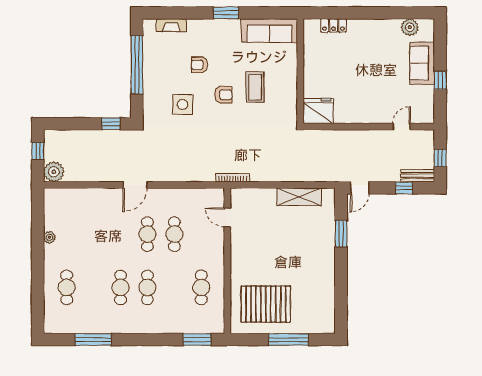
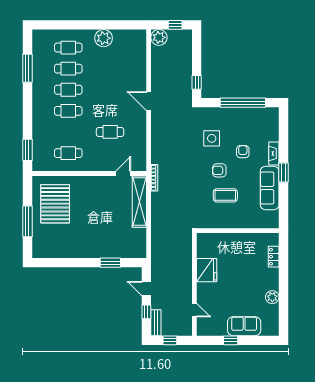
fireplace: (171, 25) -> (274, 154), moved
plant: (410, 27) -> (272, 297), moved
sofa: (269, 31) -> (270, 188), moved
armchair: (223, 95) -> (219, 170), turned 90
fridge: (318, 111) -> (207, 270), moved
door: (360, 188) -> (146, 289), moved
shelving: (299, 197) -> (139, 202), moved, width x1.47
cafe table: (147, 234) -> (68, 69), moved
plant: (49, 237) -> (104, 38), width x1.88, depth x1.88

